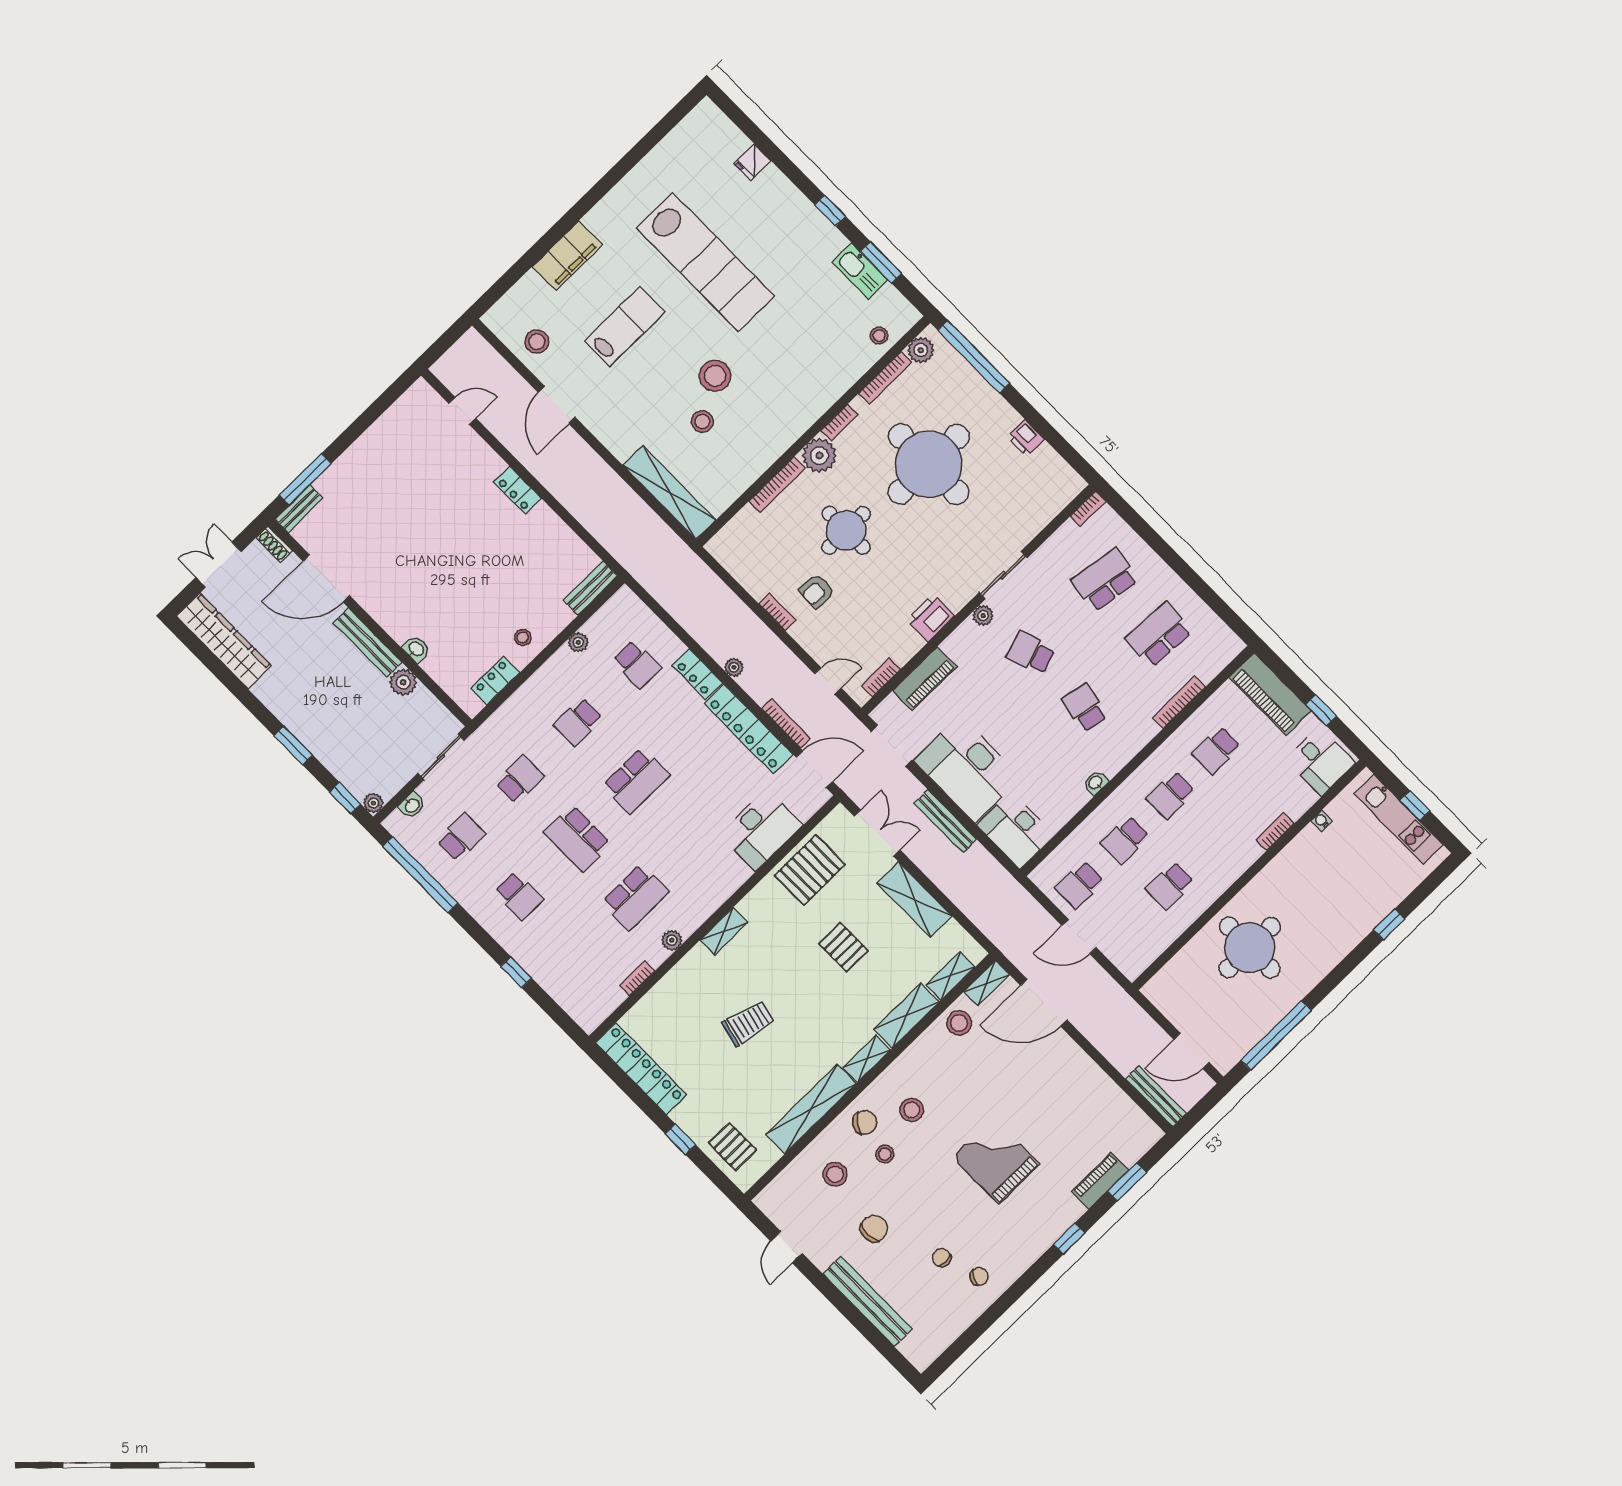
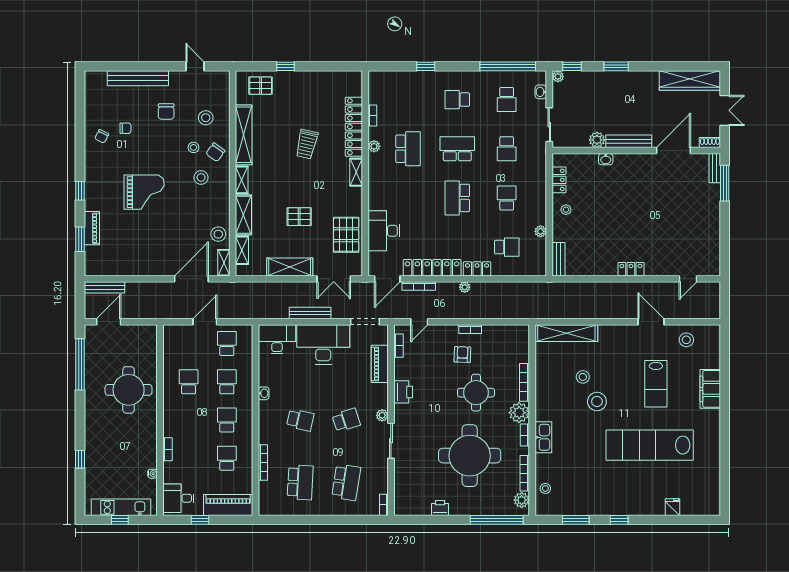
kitchen sink: (860, 271) -> (543, 437), moved, turned 90
school desk: (637, 664) -> (507, 247), turned 180
school desk: (635, 897) -> (408, 149), turned 180
locker: (641, 1069) -> (354, 127), moved, turned 90

